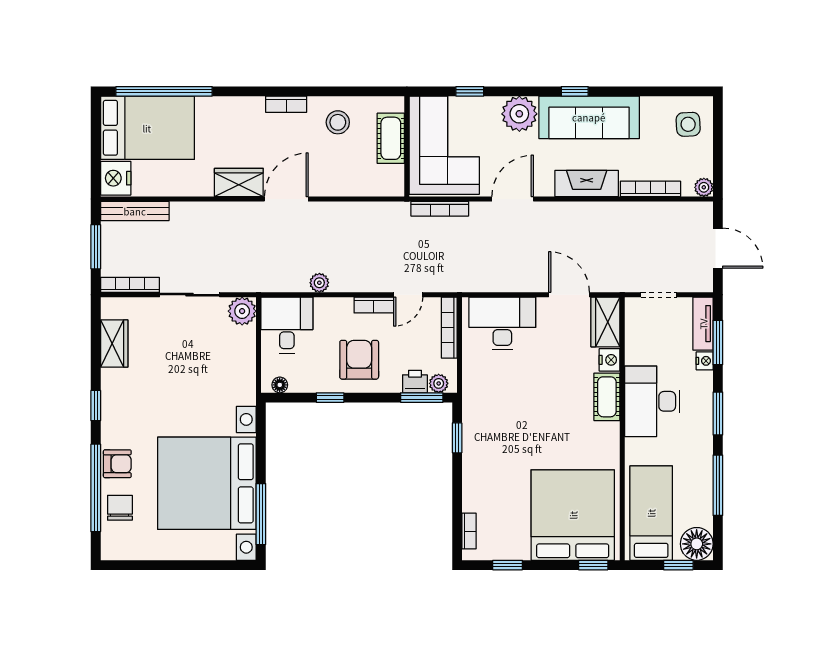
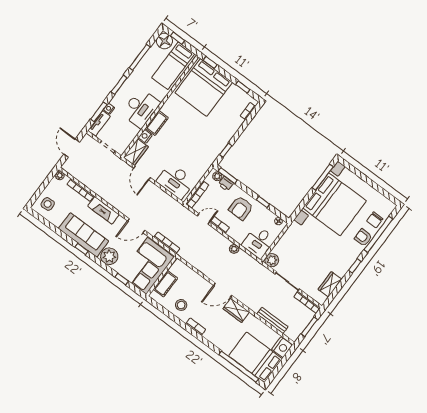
bench: (135, 211) -> (272, 320), moved

